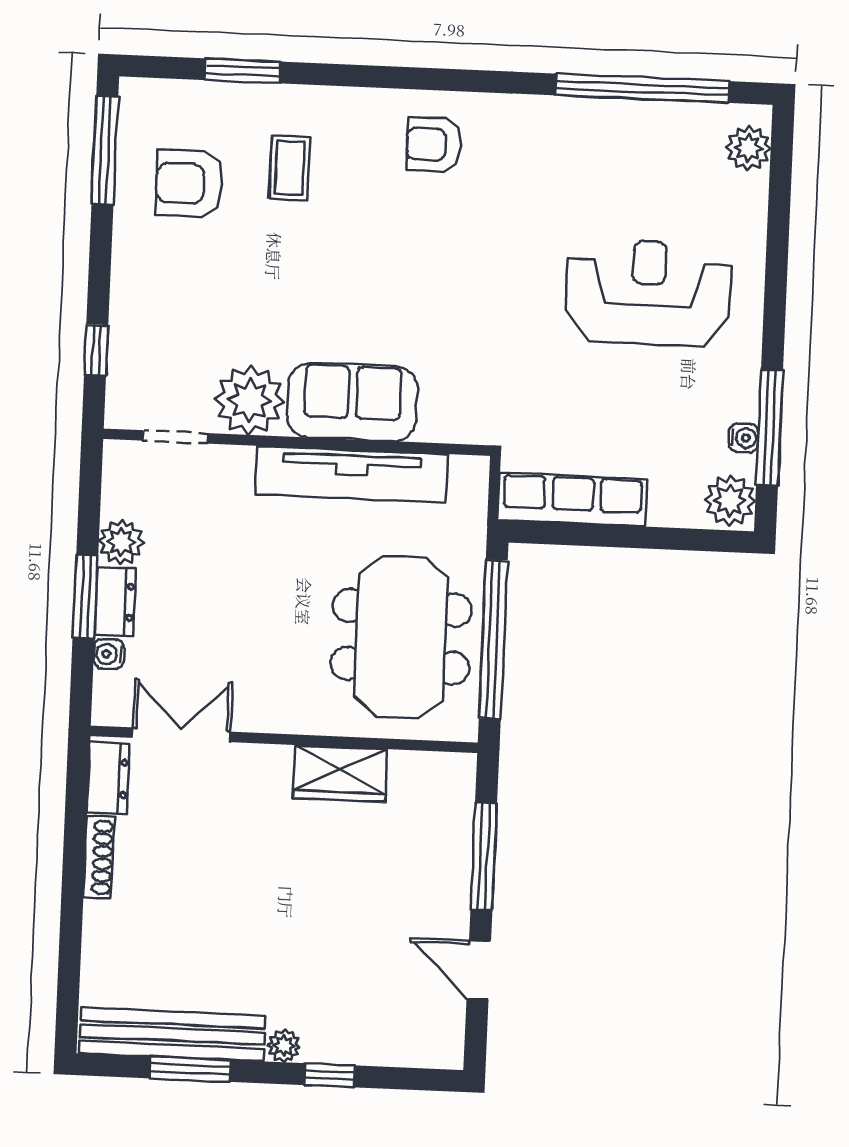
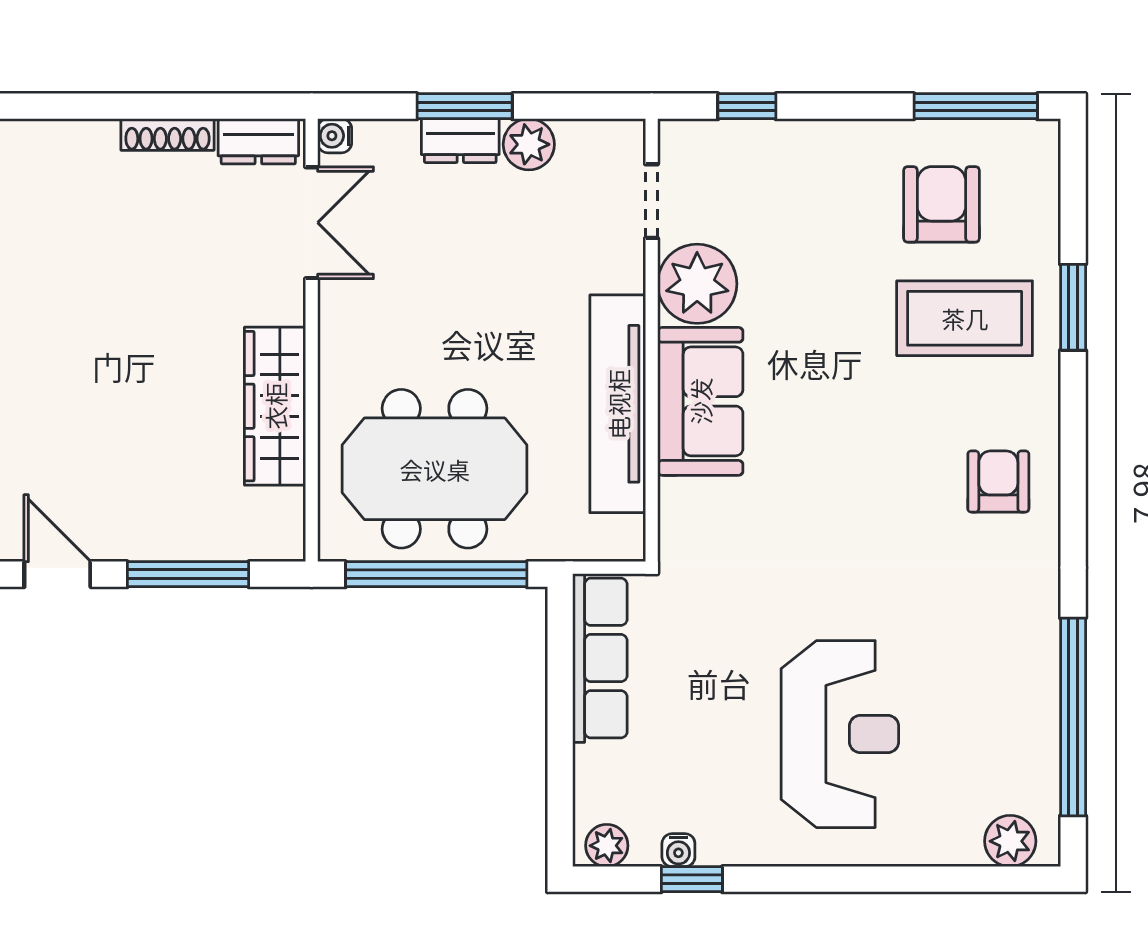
window: (243, 71) -> (1073, 307), moved
coffee table: (290, 168) -> (965, 318), width x1.86, depth x1.72
window: (769, 428) -> (692, 879), width x0.46
plant: (730, 500) -> (607, 846), width x0.73, depth x0.73
water cooler: (109, 654) -> (335, 136), moved, turned -90
wardrobe: (340, 774) -> (275, 406), width x1.50
door: (479, 970) -> (57, 574), hinge flipped

